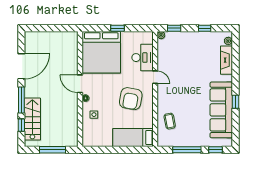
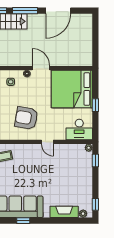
window: (205, 28) -> (95, 204), moved
desk: (143, 58) -> (79, 130), moved
door: (21, 66) -> (58, 11), hinge flipped
door: (155, 77) -> (47, 142), hinge flipped
door: (80, 84) -> (41, 68), hinge flipped

